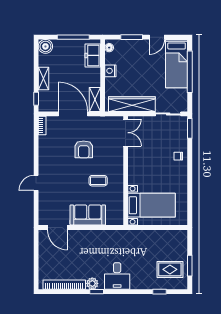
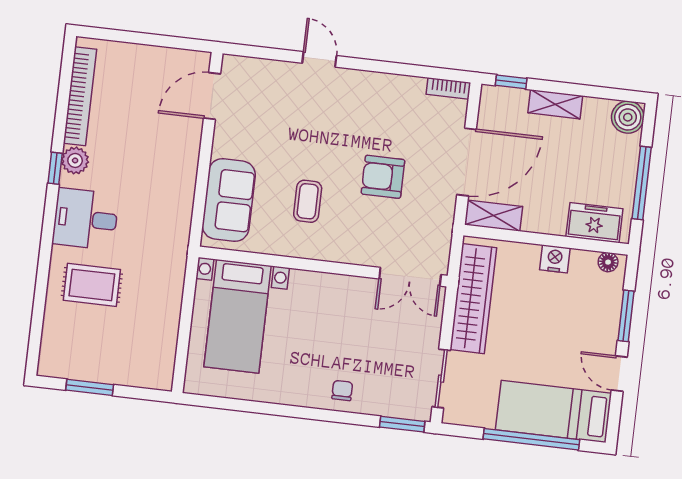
sofa: (88, 215) -> (229, 200), moved
rug: (170, 269) -> (92, 285), moved, turned 90
window: (159, 292) -> (38, 311), removed

